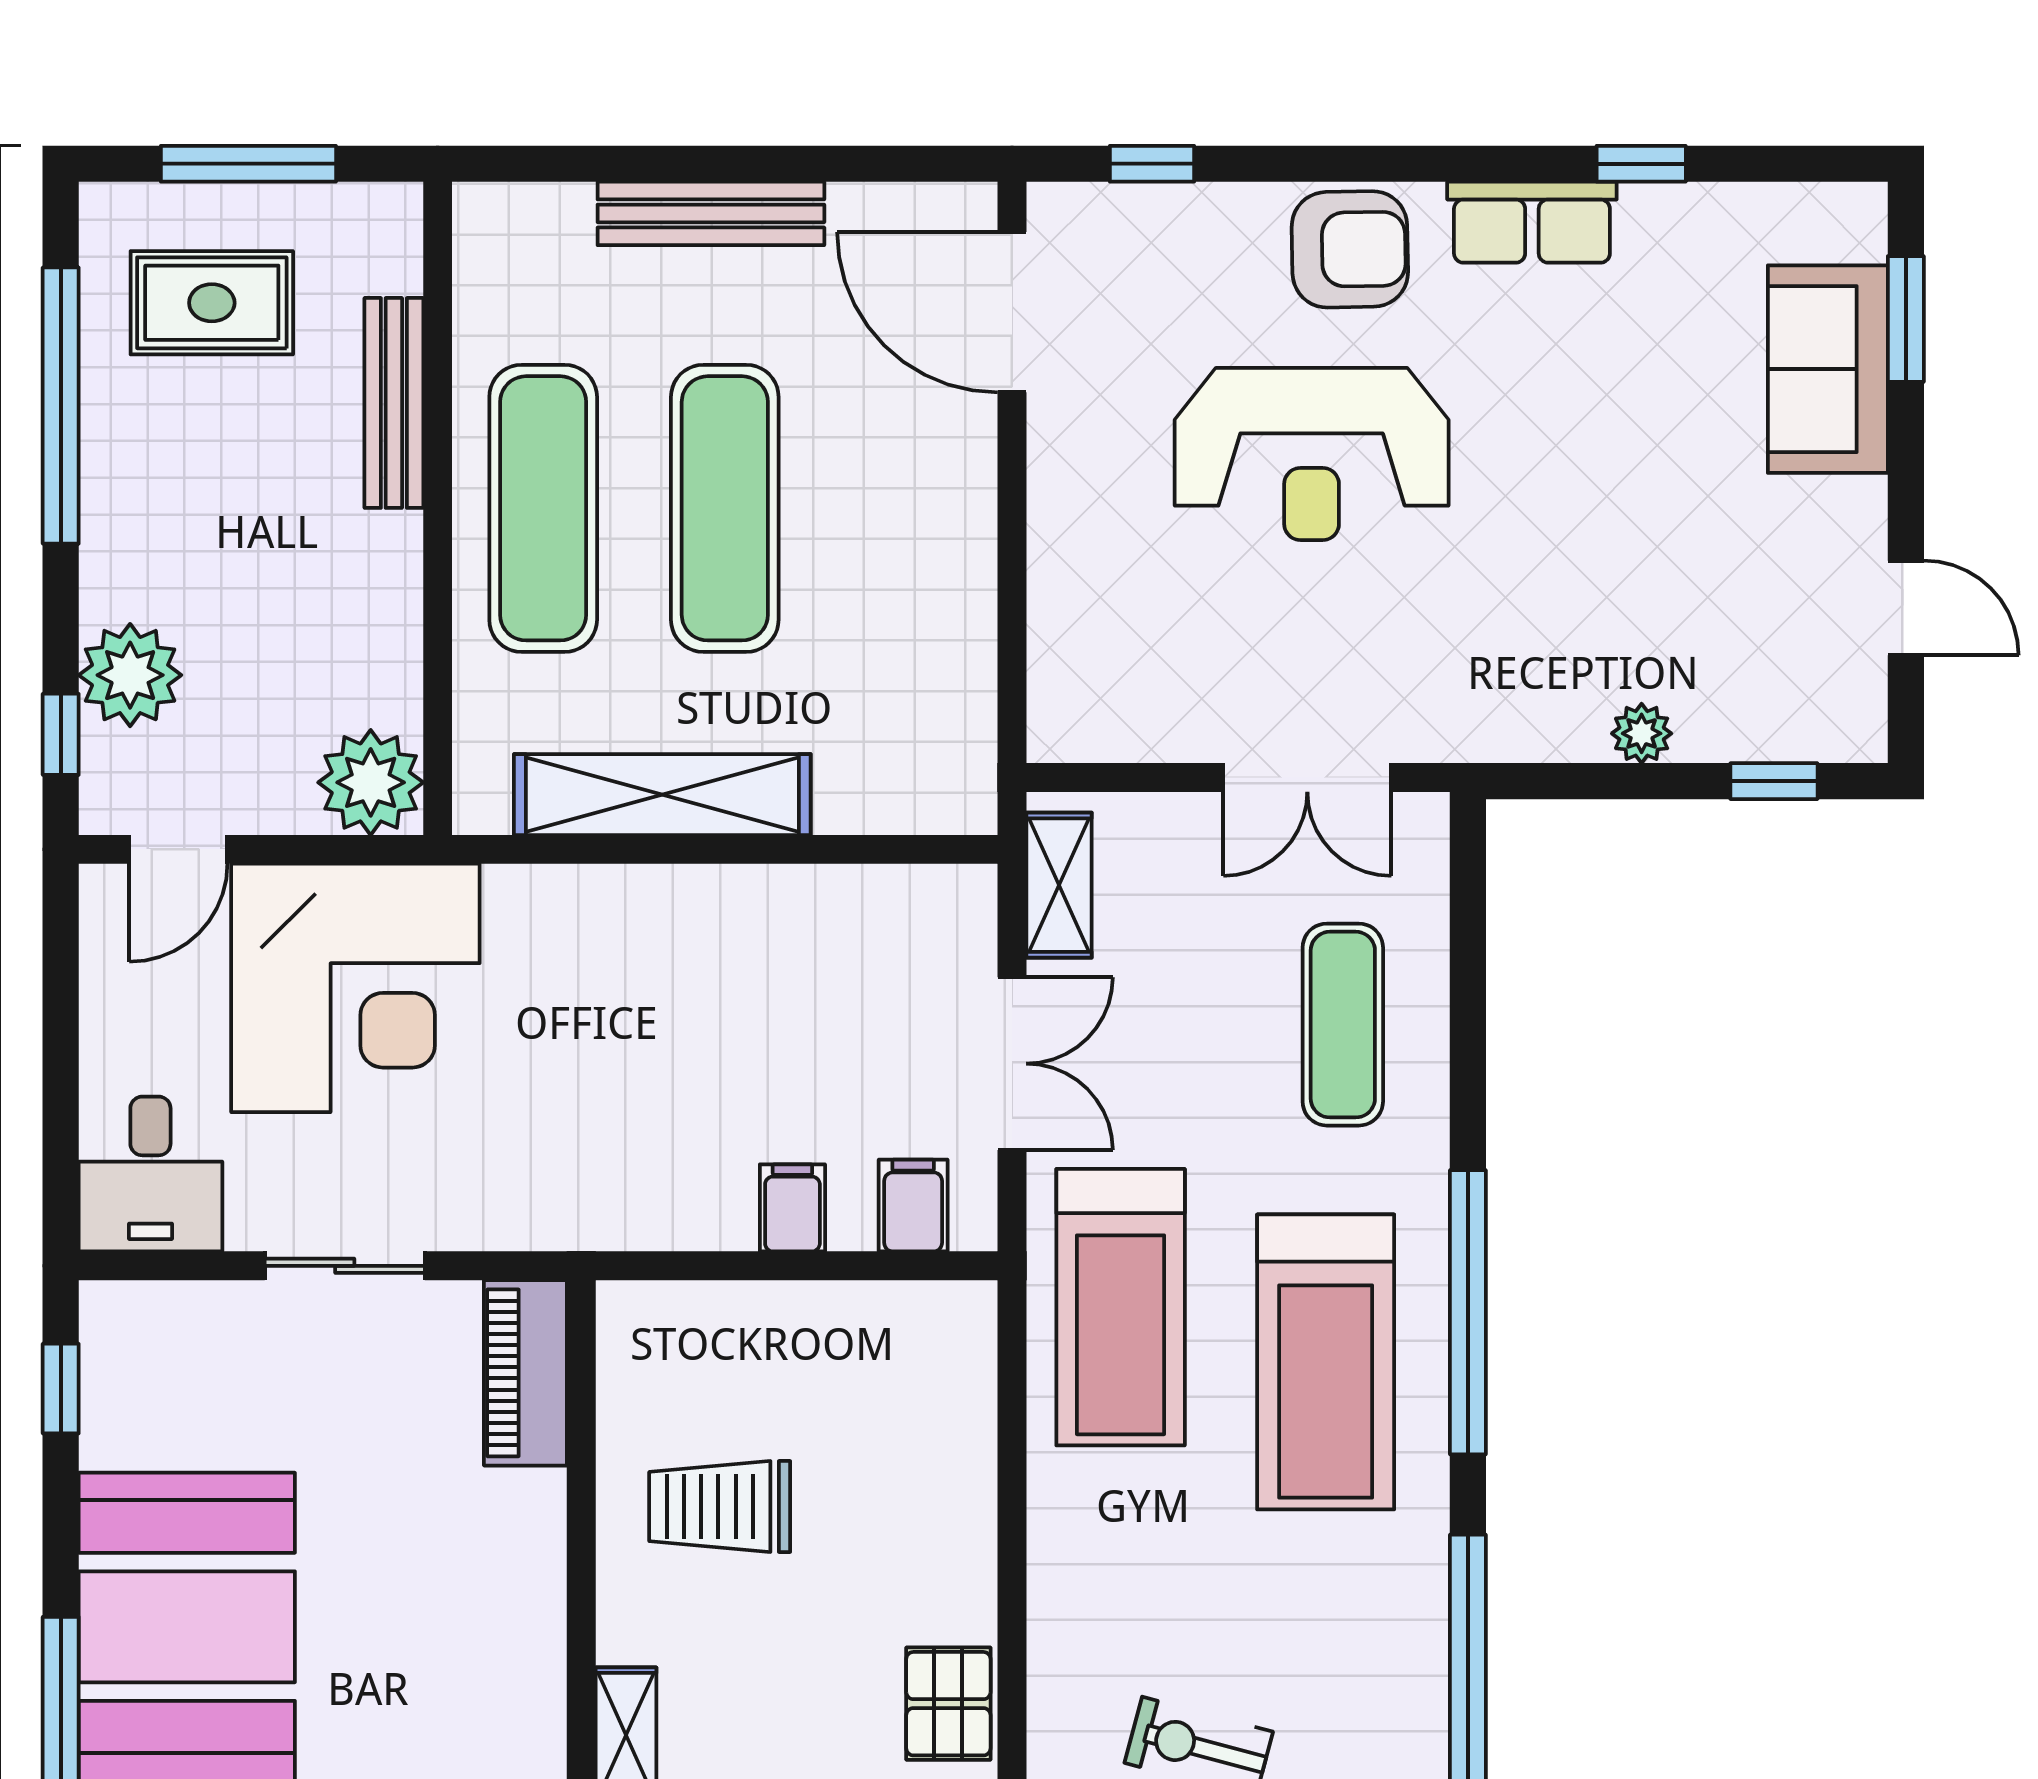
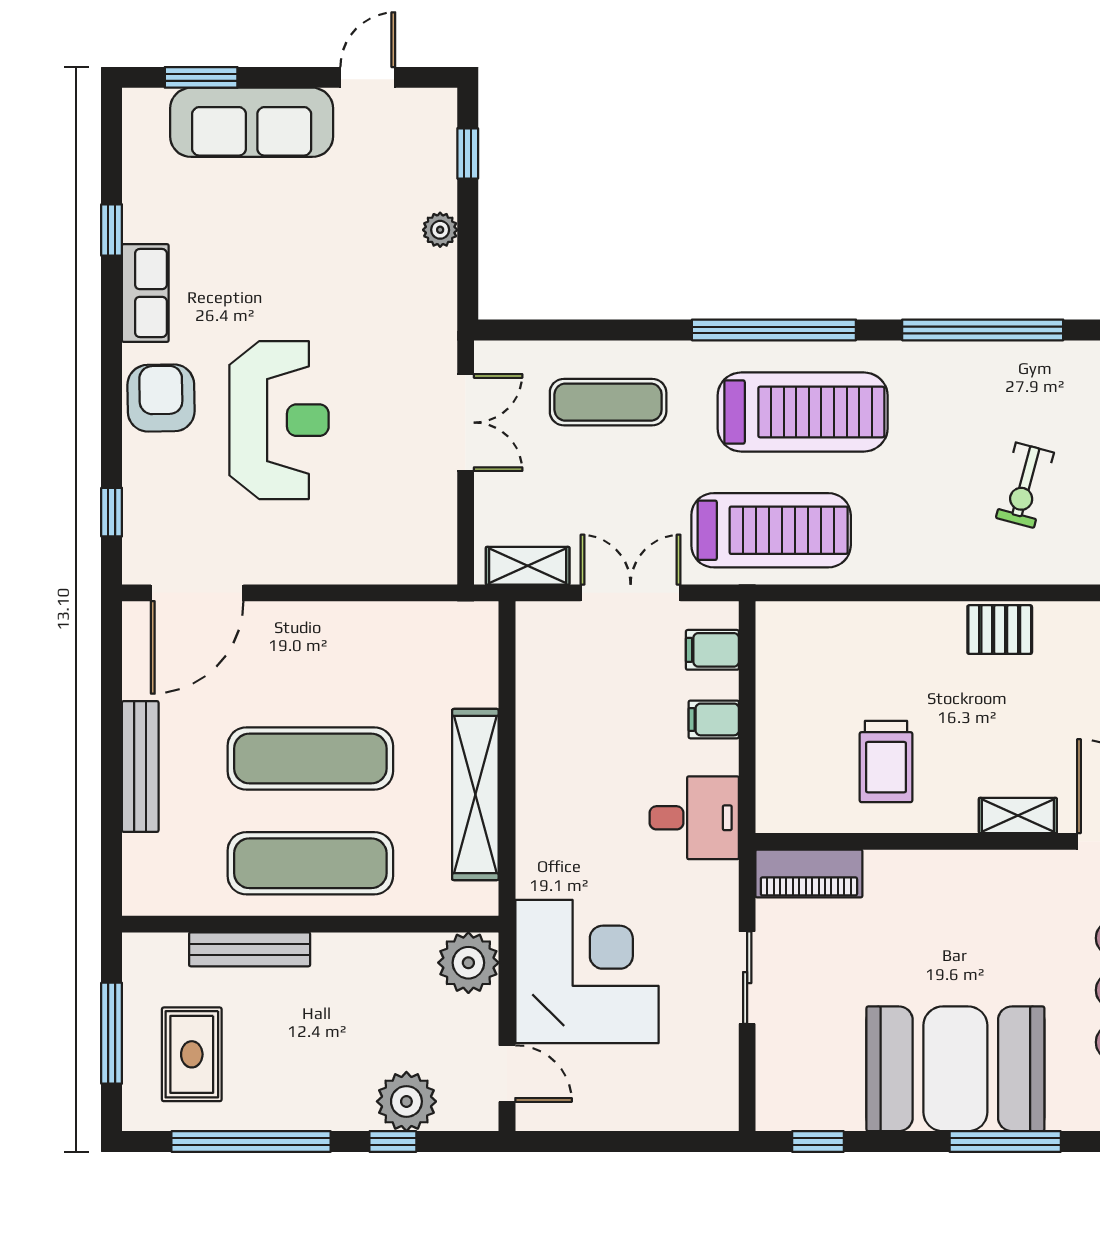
sofa: (1828, 369) -> (252, 122), width x1.36
window: (61, 734) -> (393, 1141), moved
desk: (150, 1174) -> (694, 818), moved

